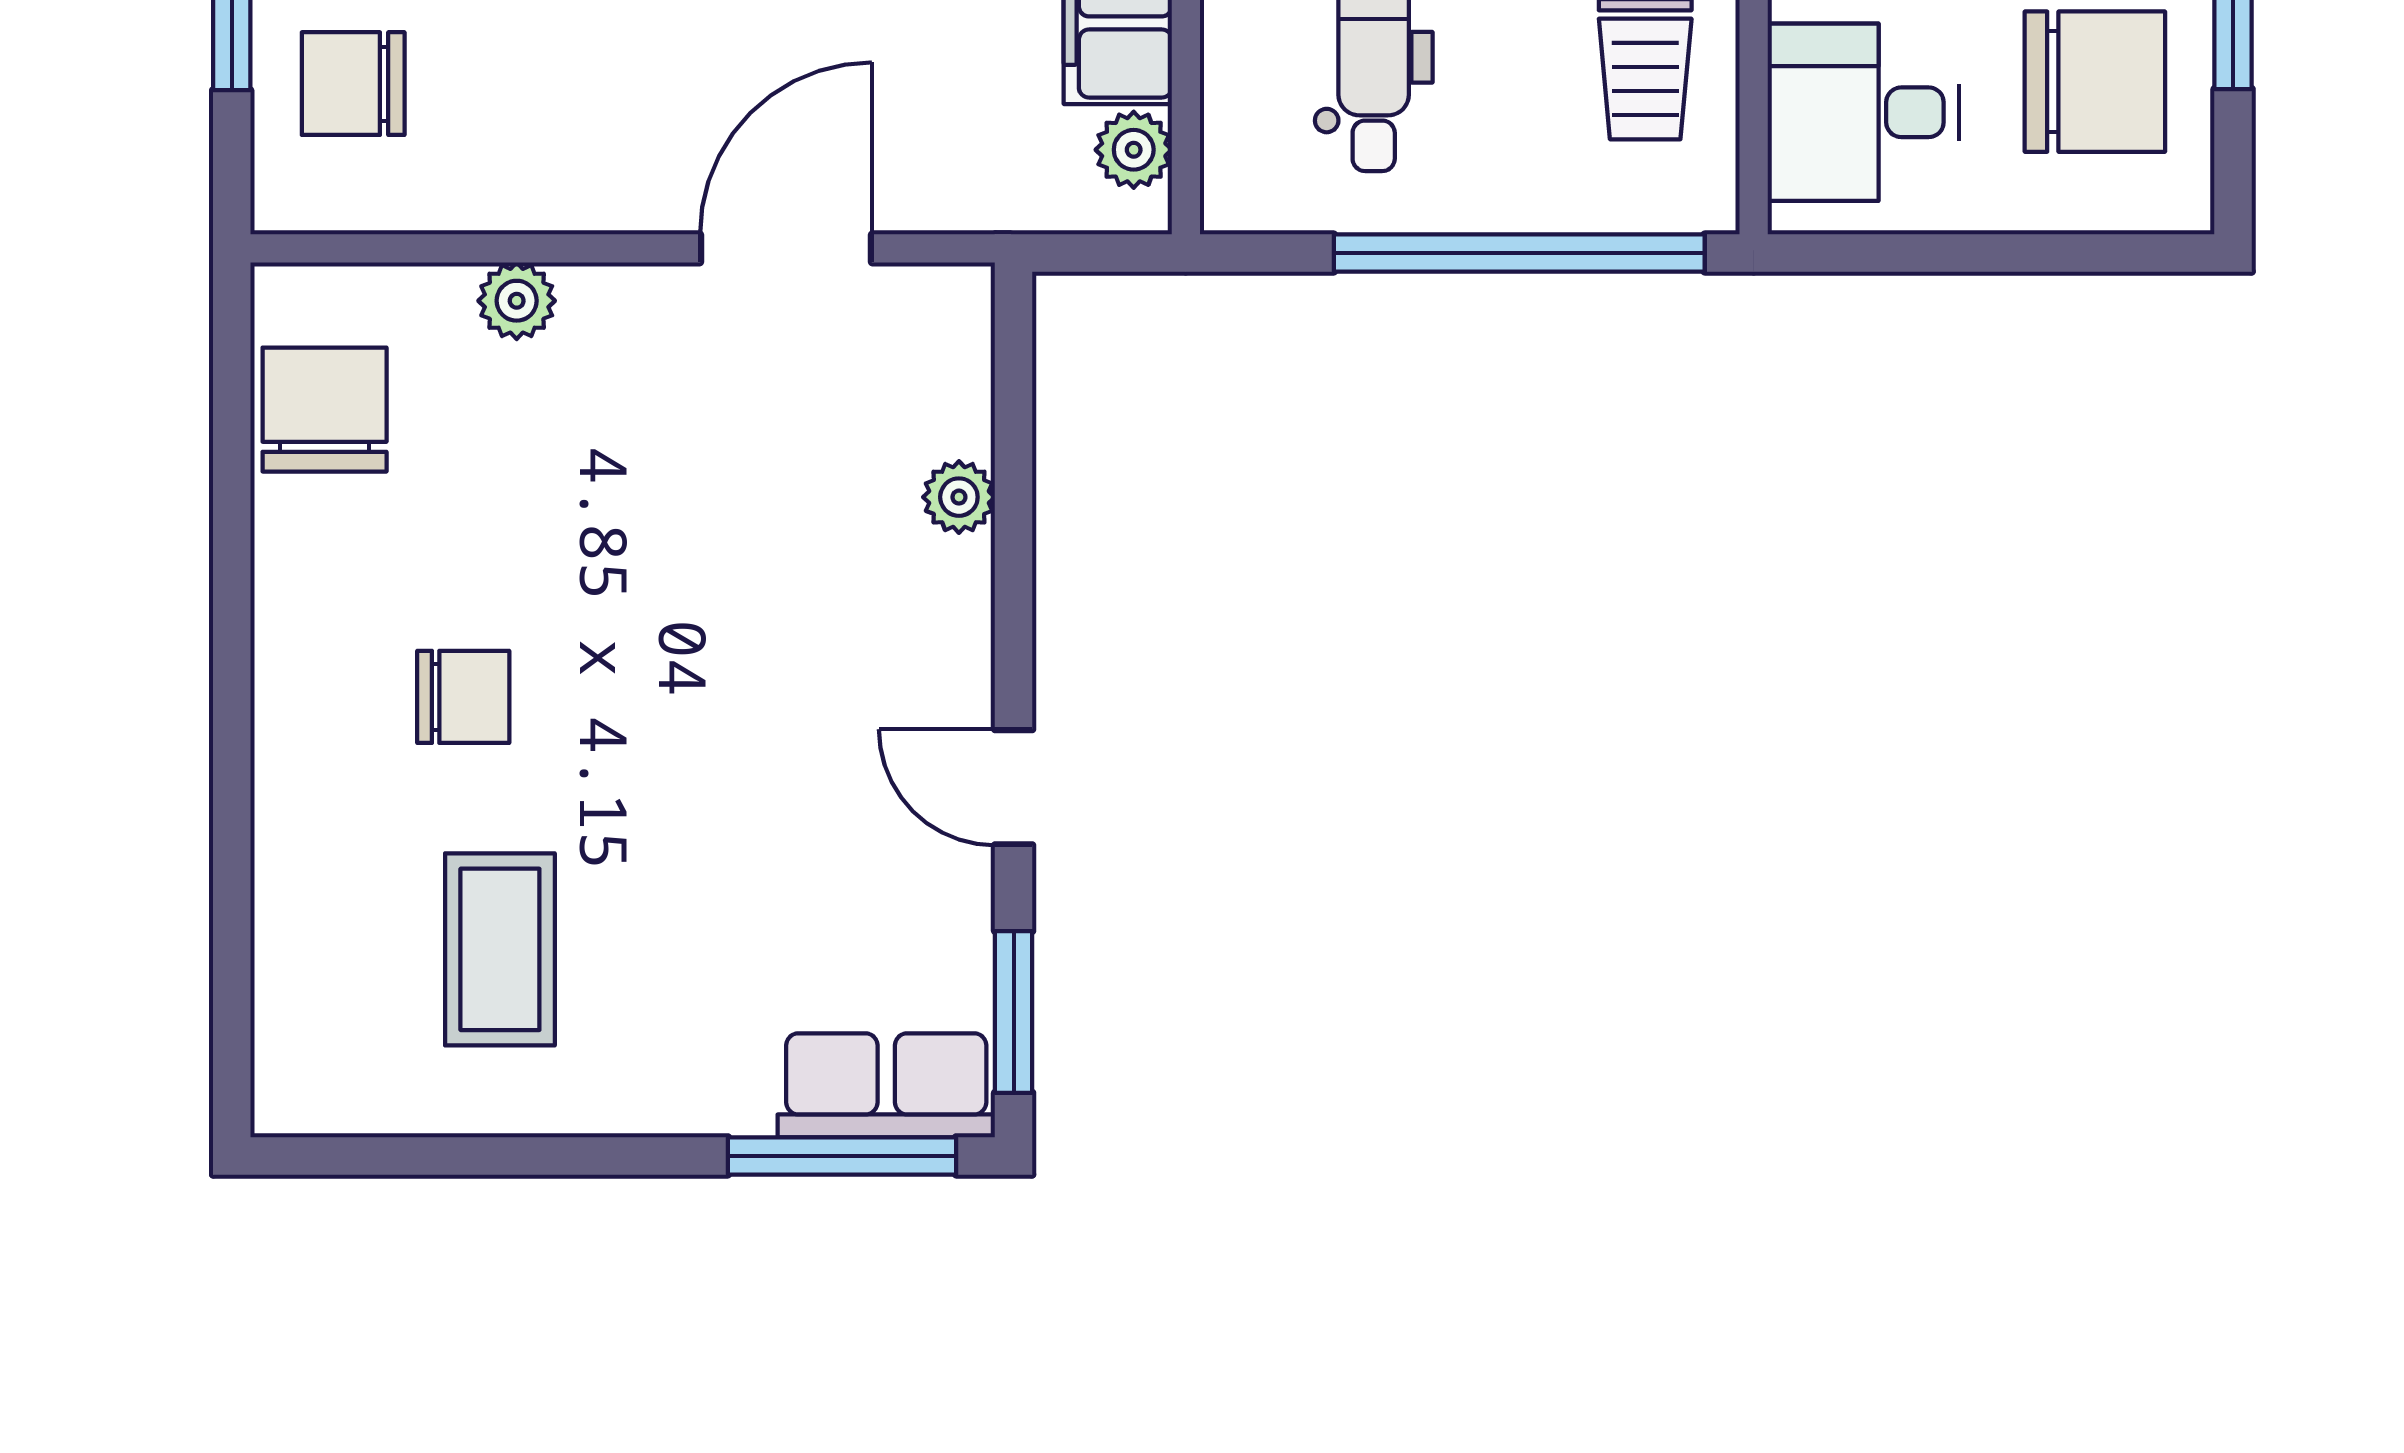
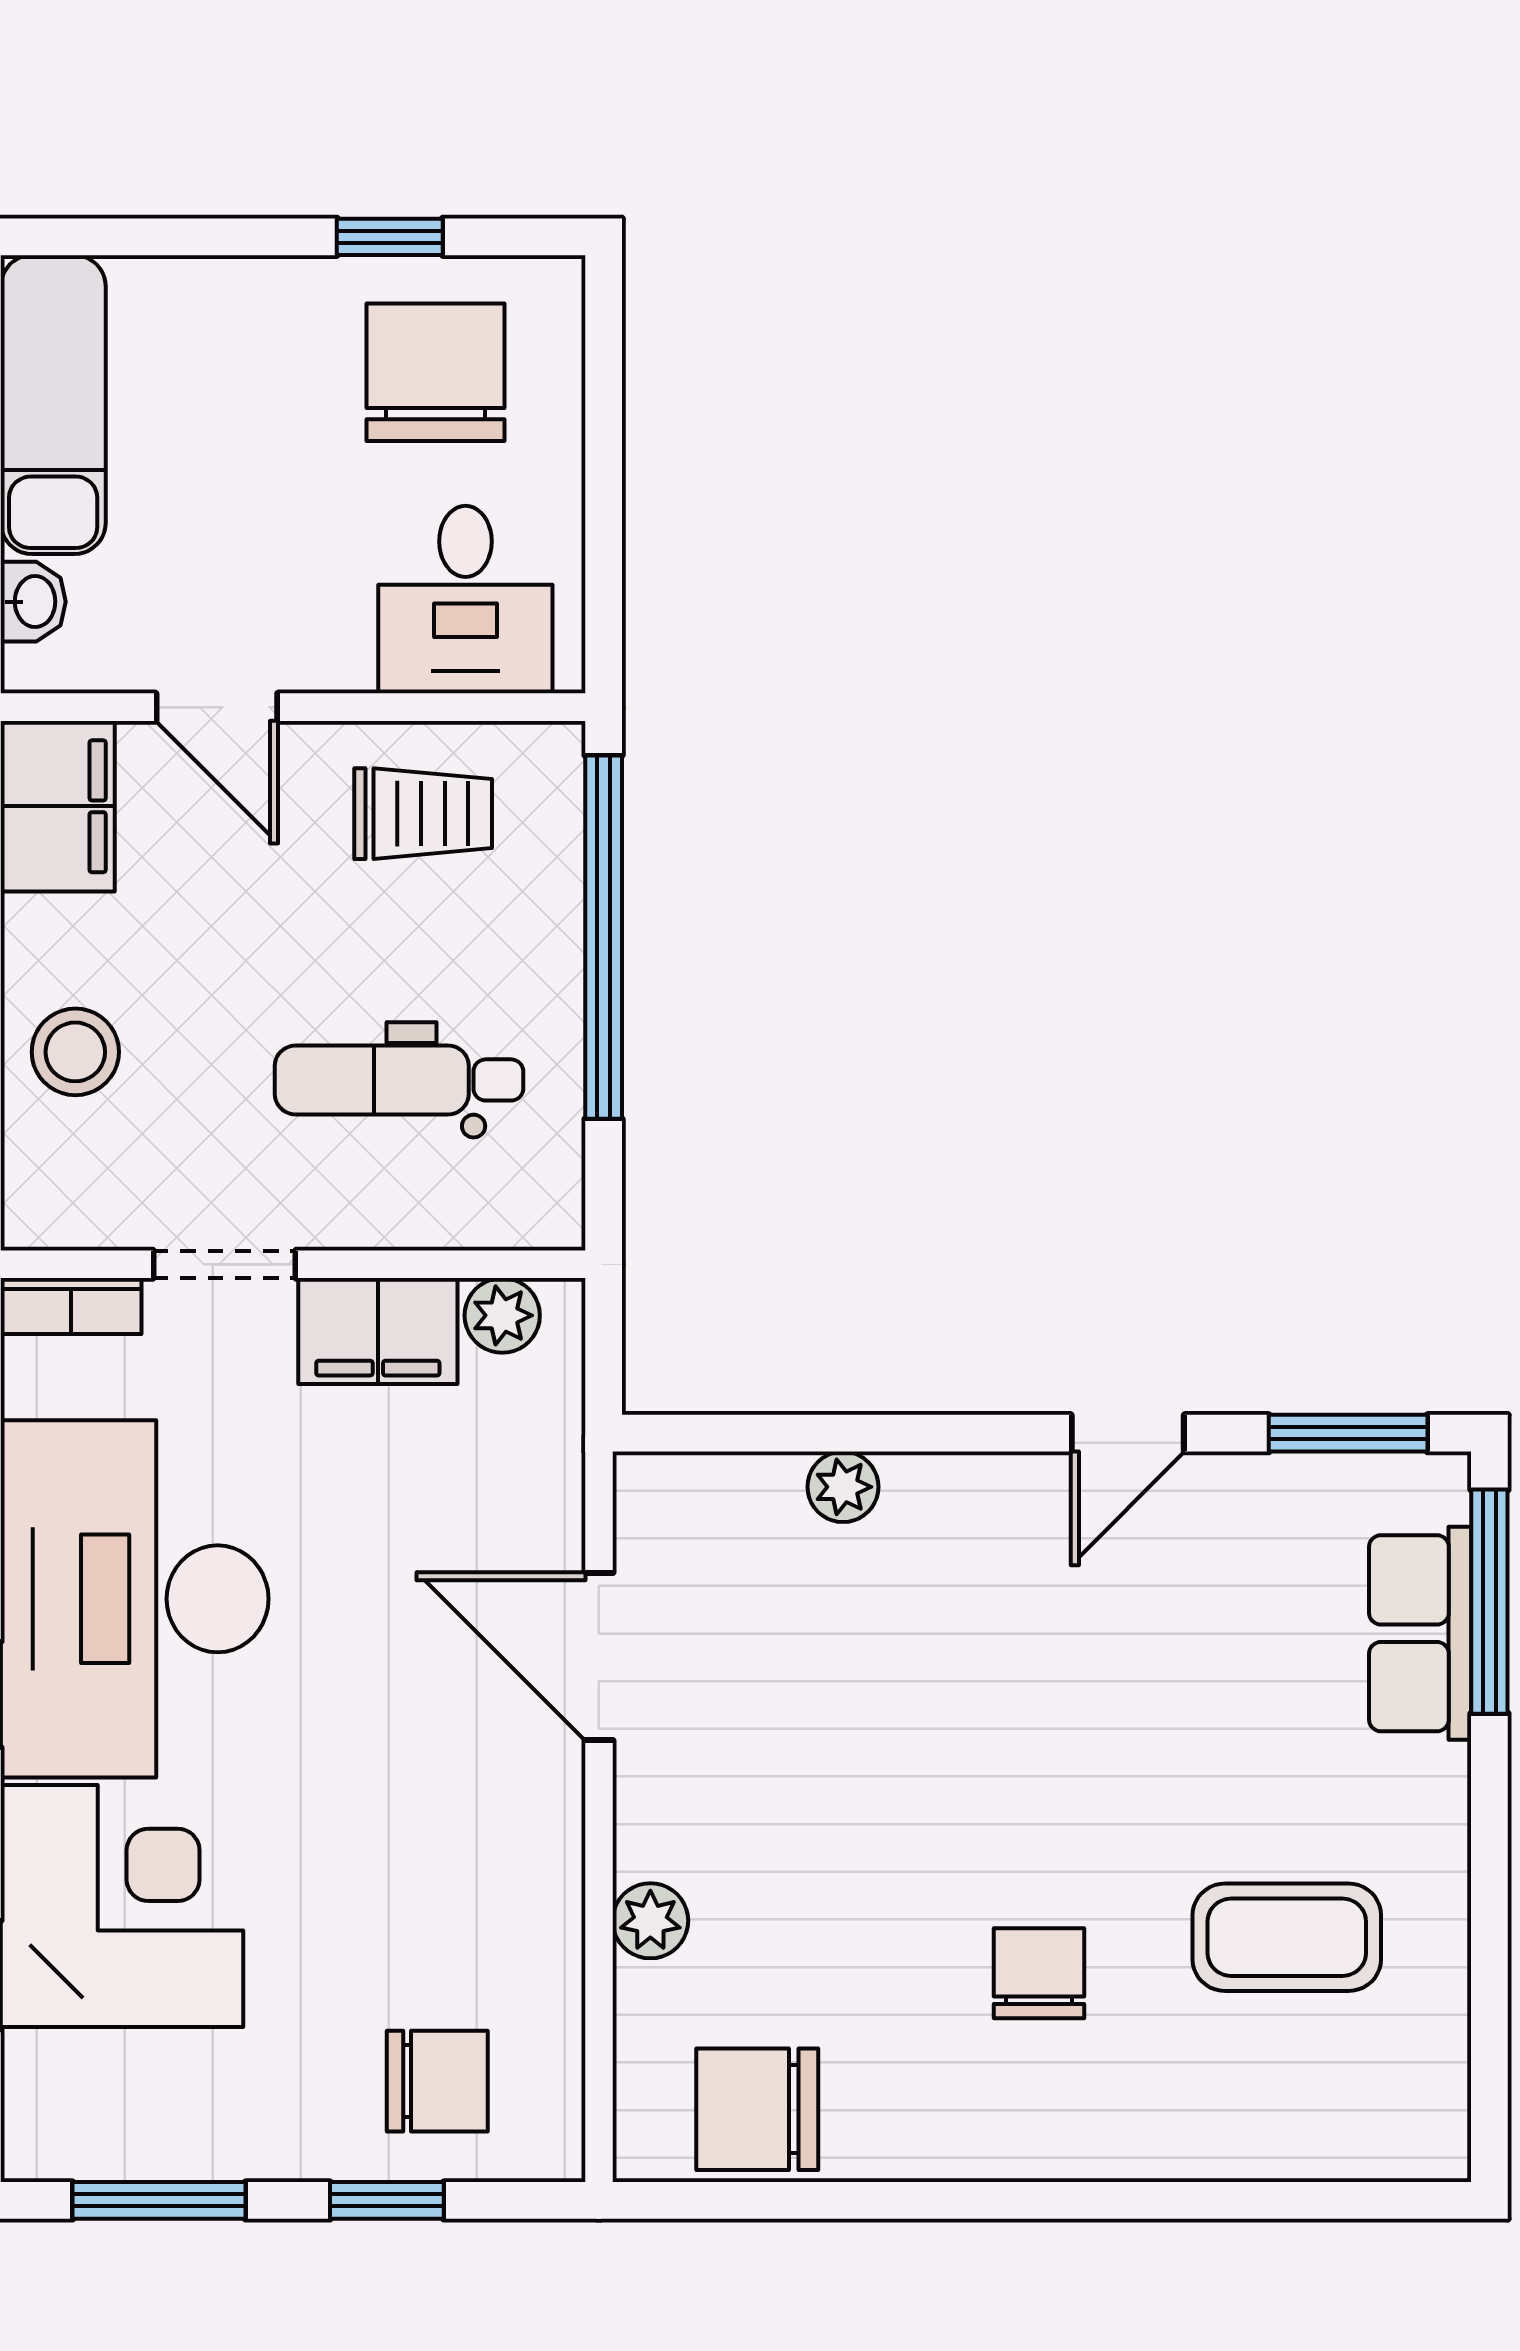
chair: (353, 84) -> (437, 2081), turned -90
row of seats: (886, 1085) -> (1420, 1633), moved

